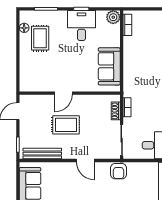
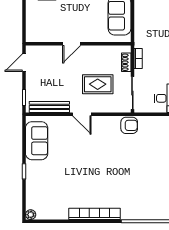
rug: (66, 125) -> (98, 84), moved
door: (85, 160) -> (82, 114), moved
armchair: (118, 171) -> (129, 125), turned -90

